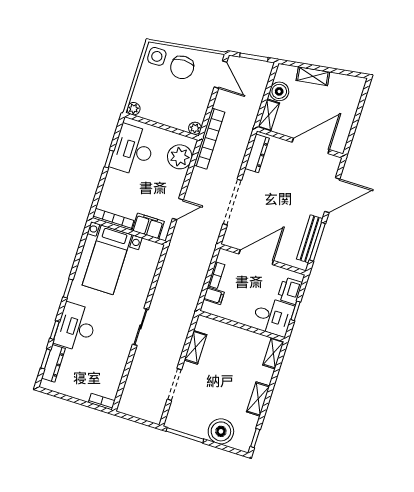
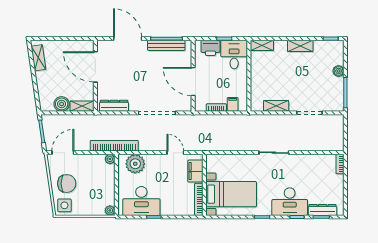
shelving: (313, 76) -> (38, 58), moved
boiler: (221, 431) -> (339, 71), width x0.54, depth x0.54

